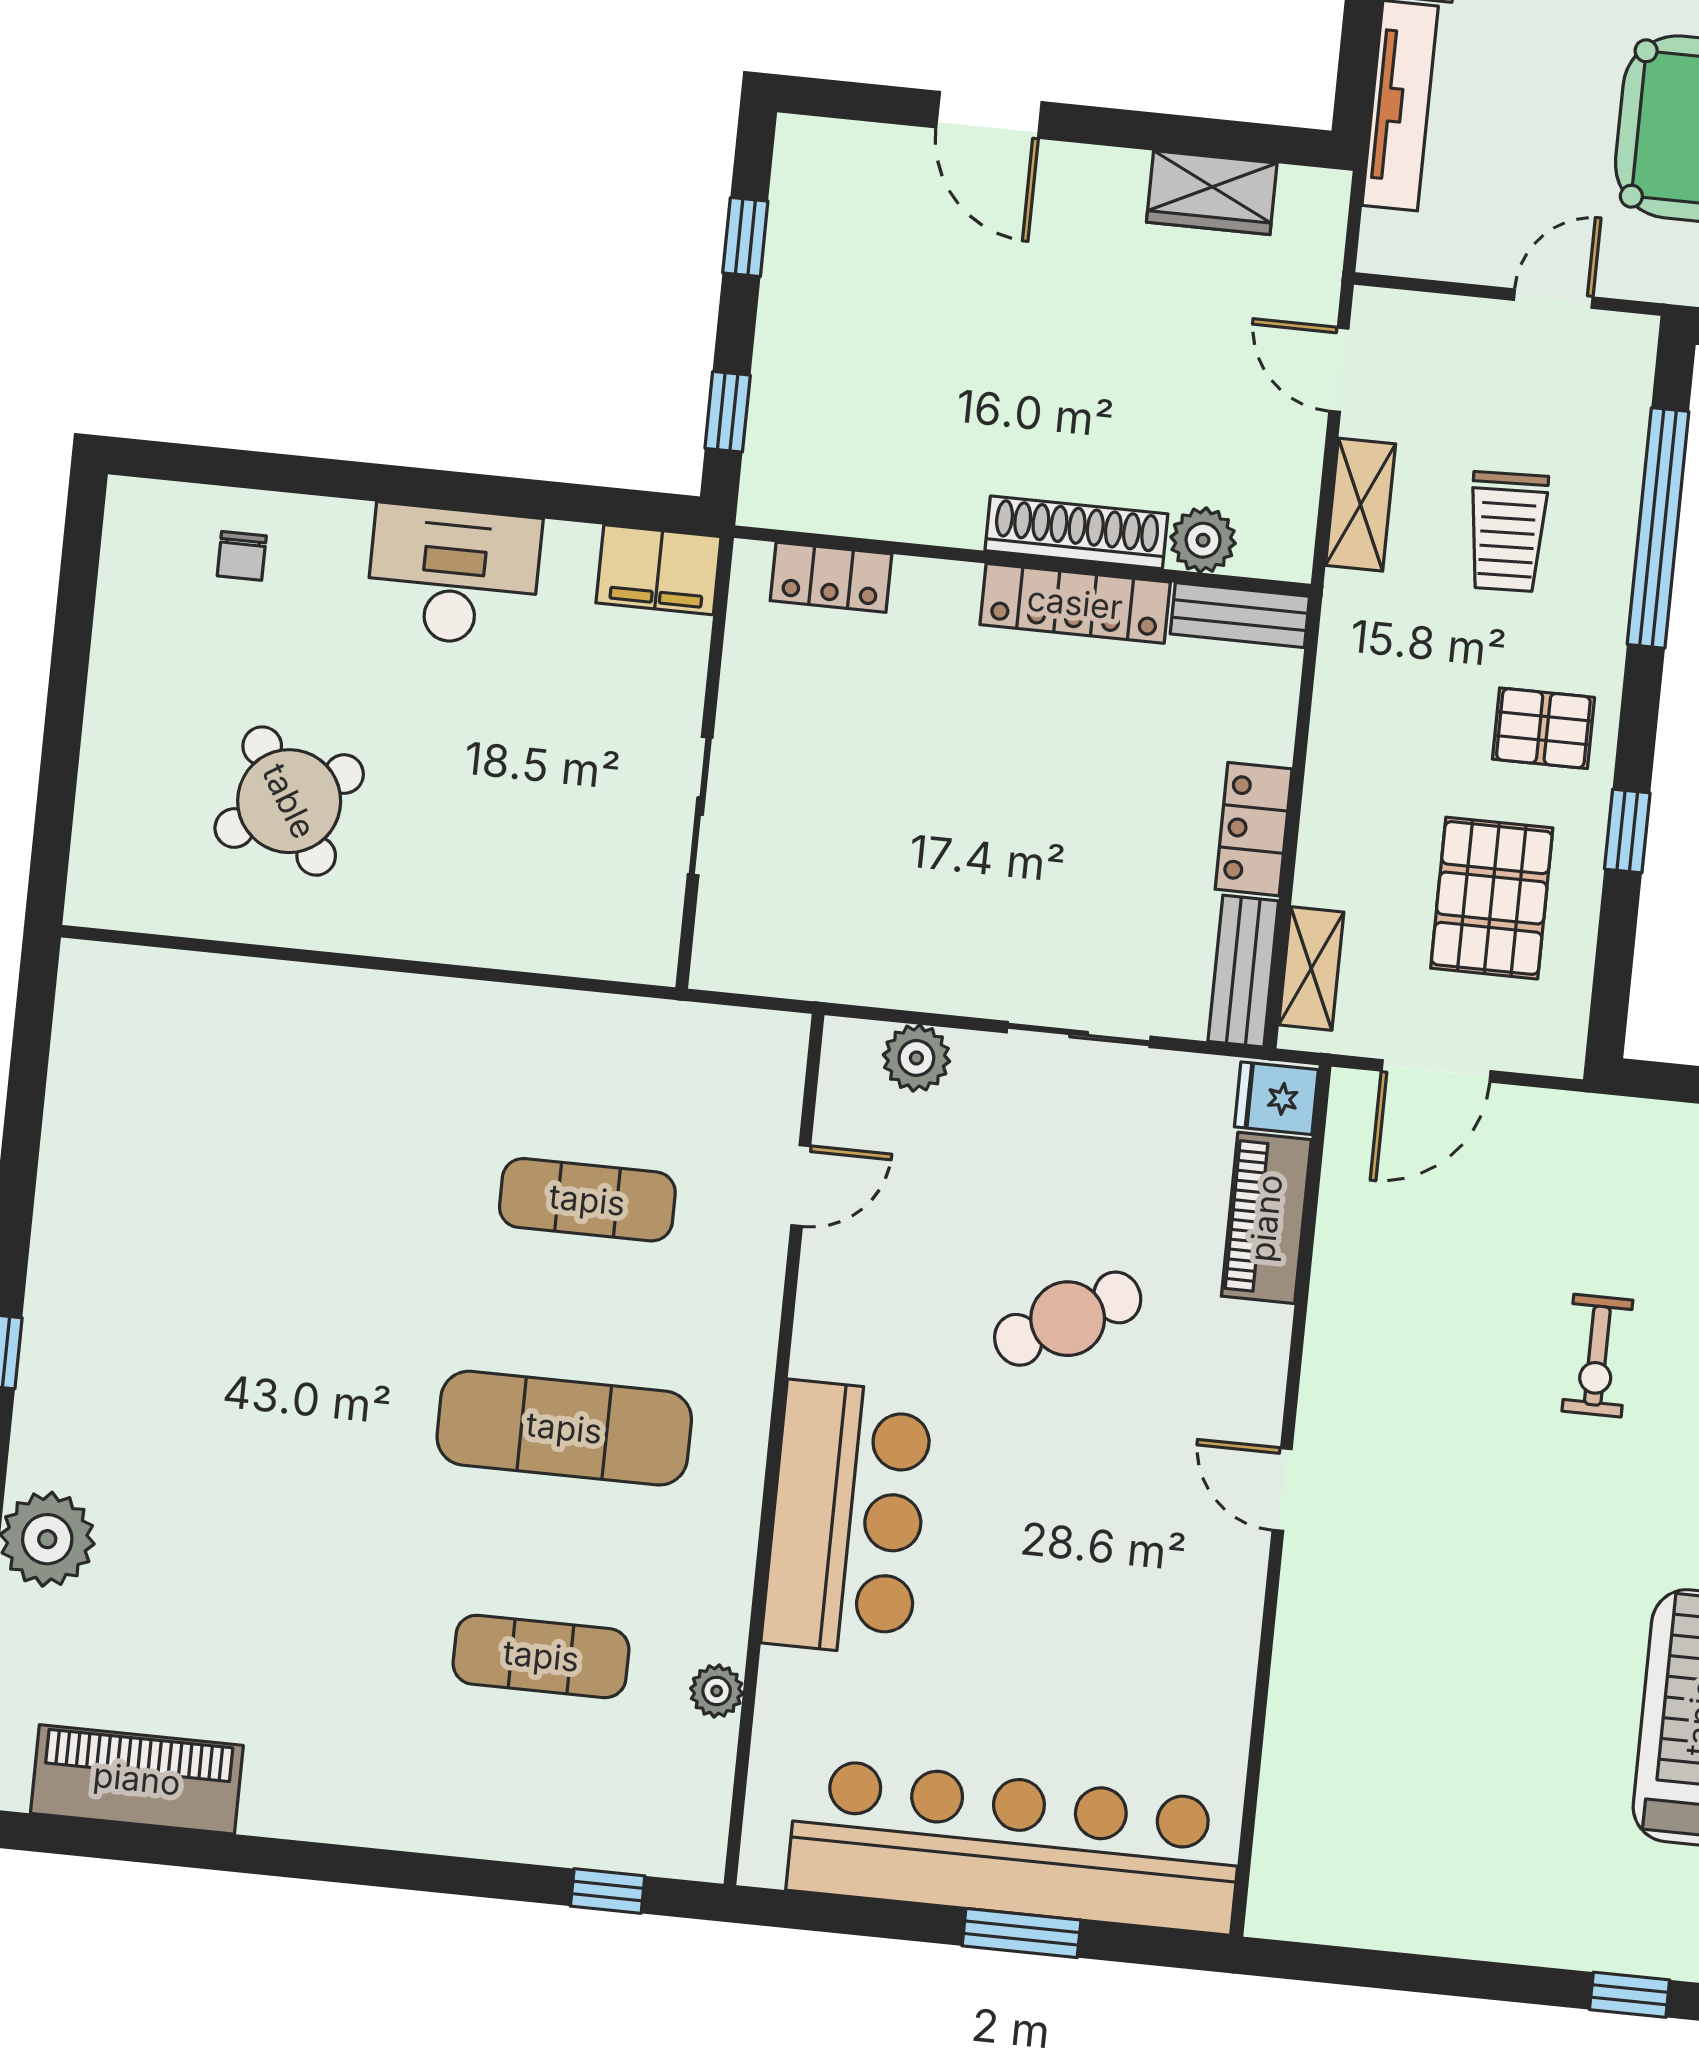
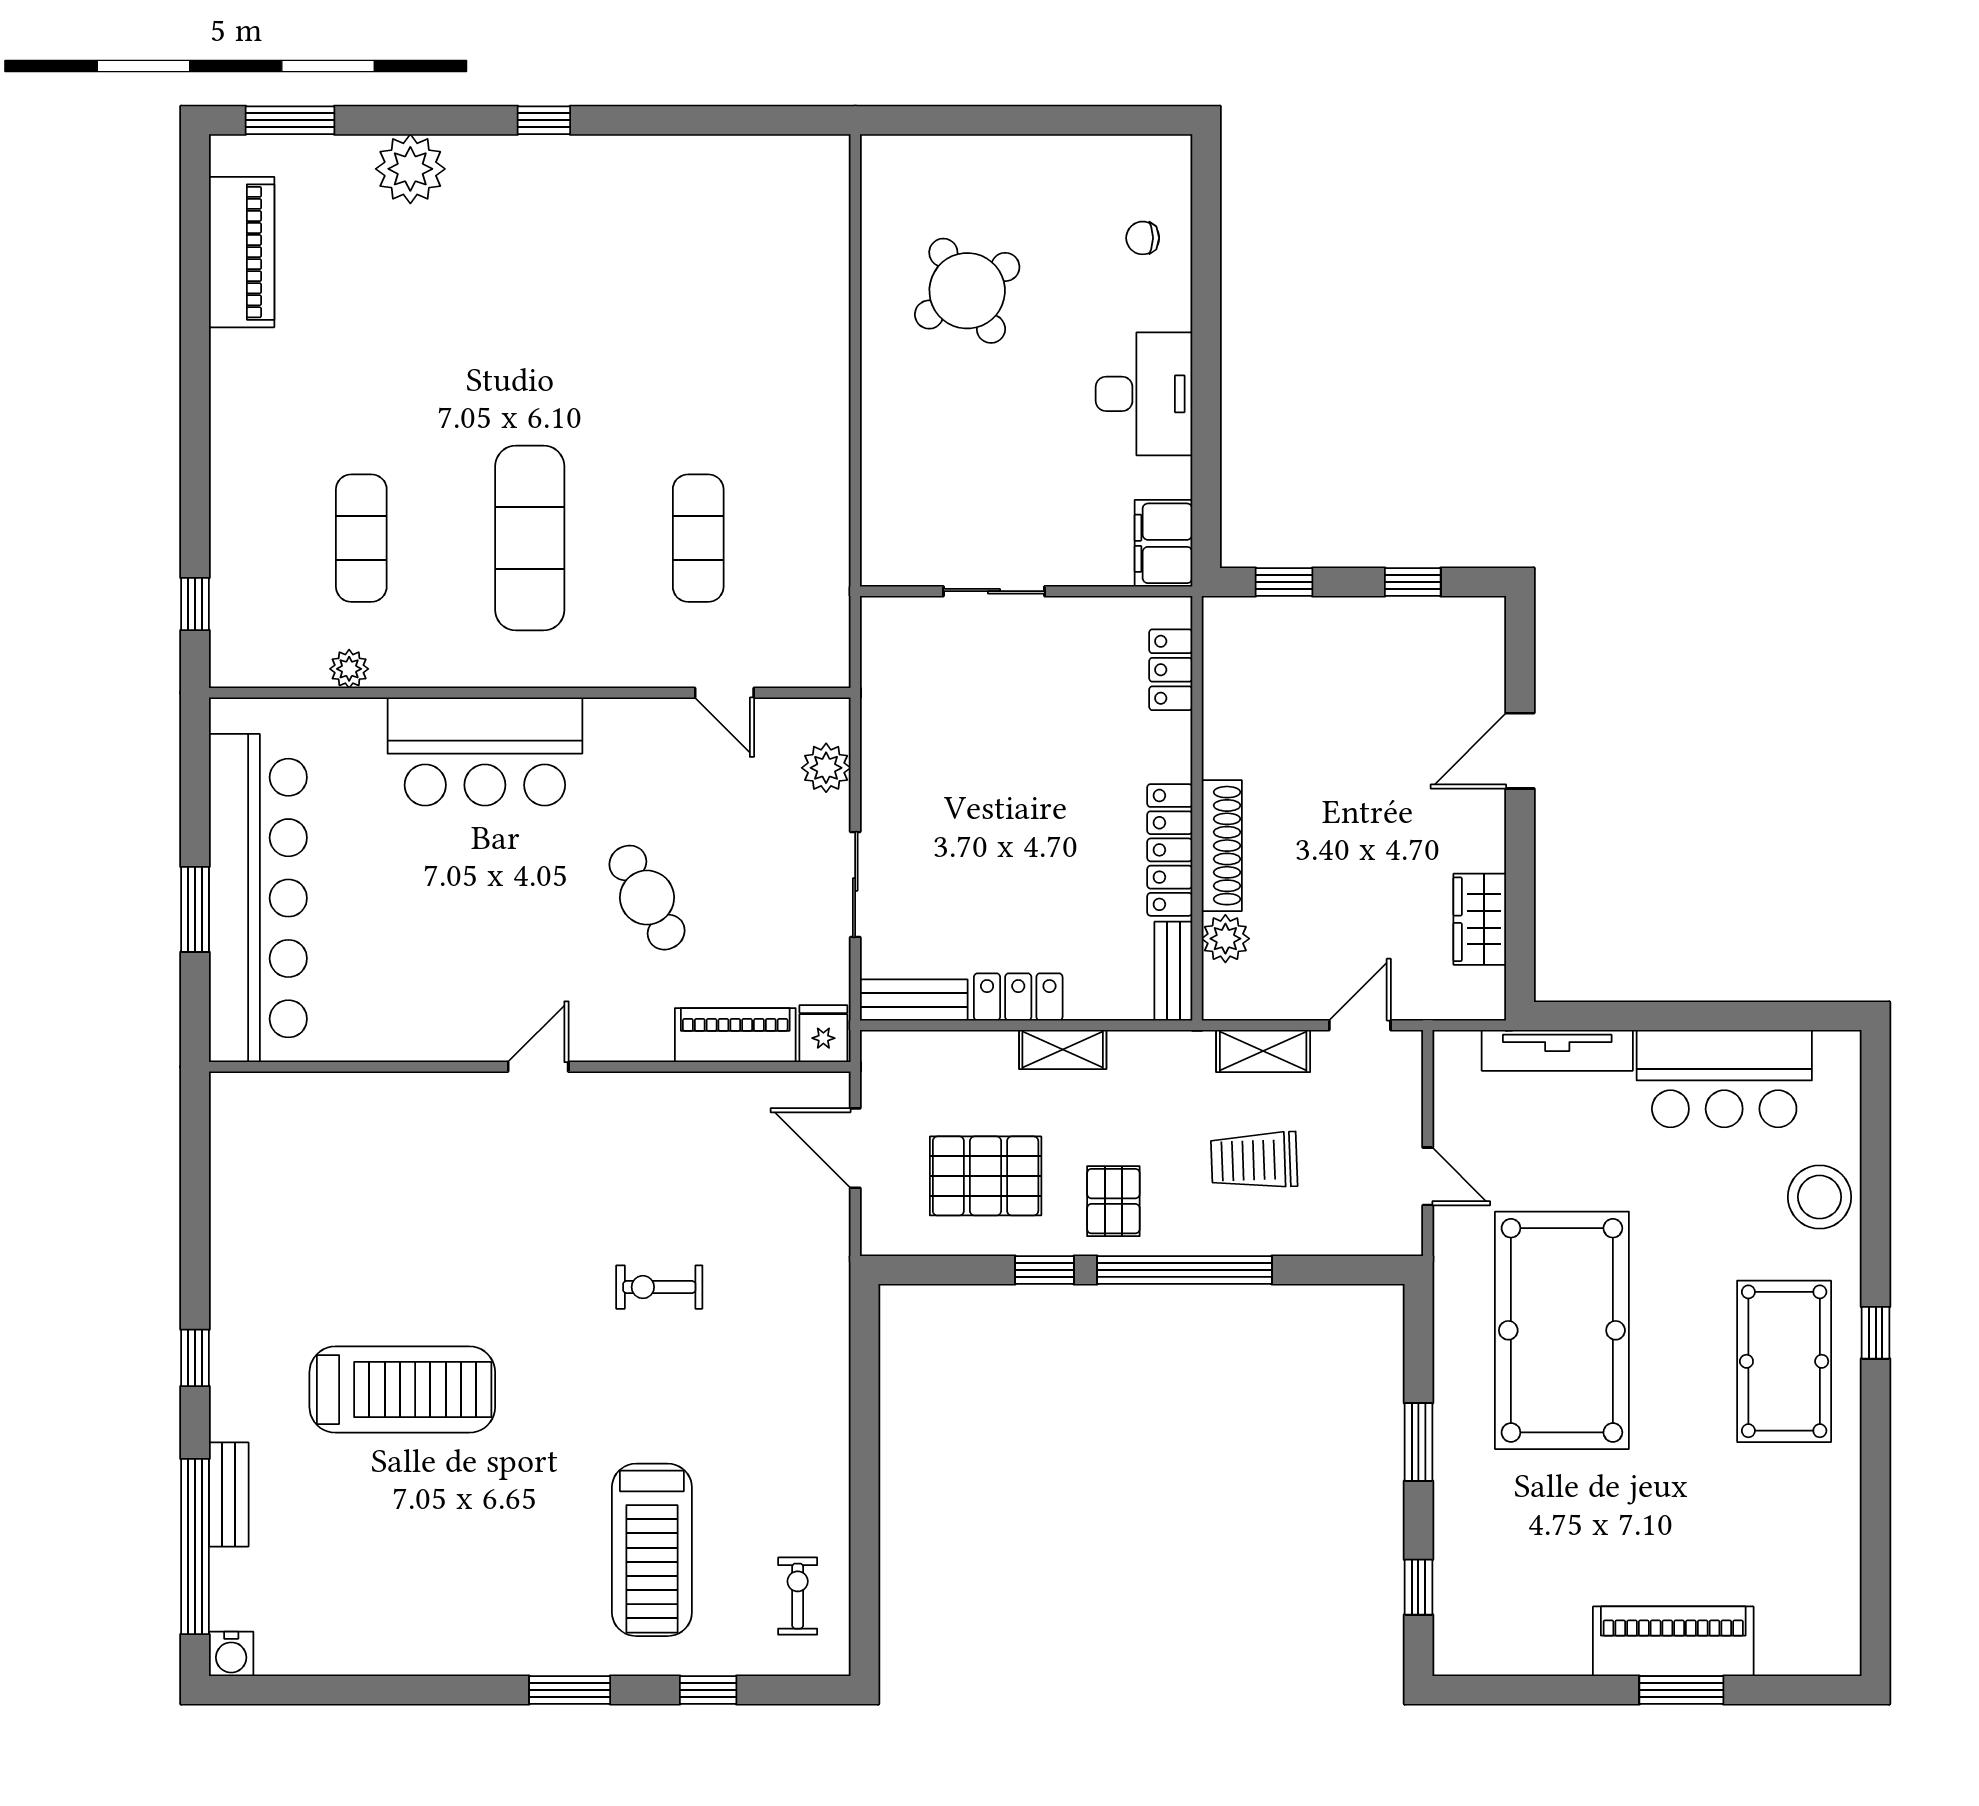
window: (1658, 528) -> (1185, 1270), moved
shelving: (1311, 968) -> (1063, 1049), moved

